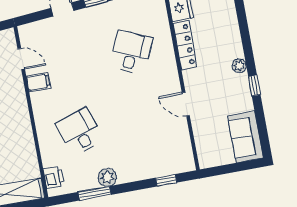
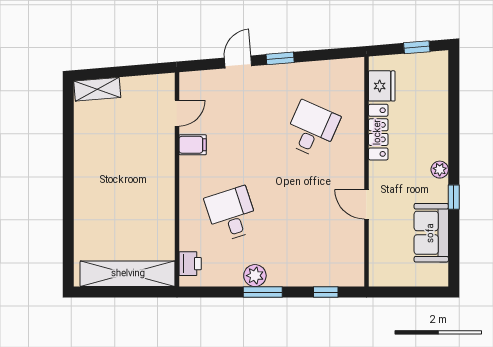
door: (21, 59) -> (177, 113), hinge flipped
sofa: (245, 137) -> (431, 233), moved
window: (95, 193) -> (263, 292), moved

